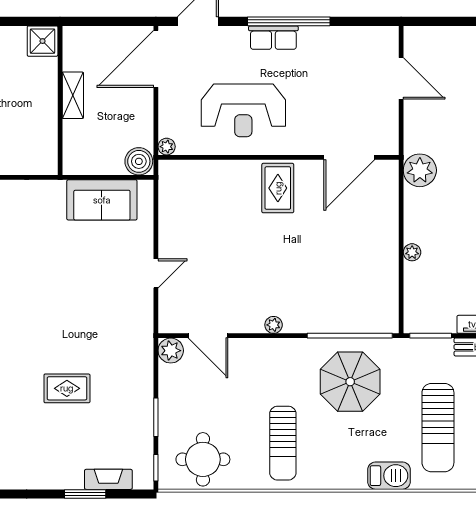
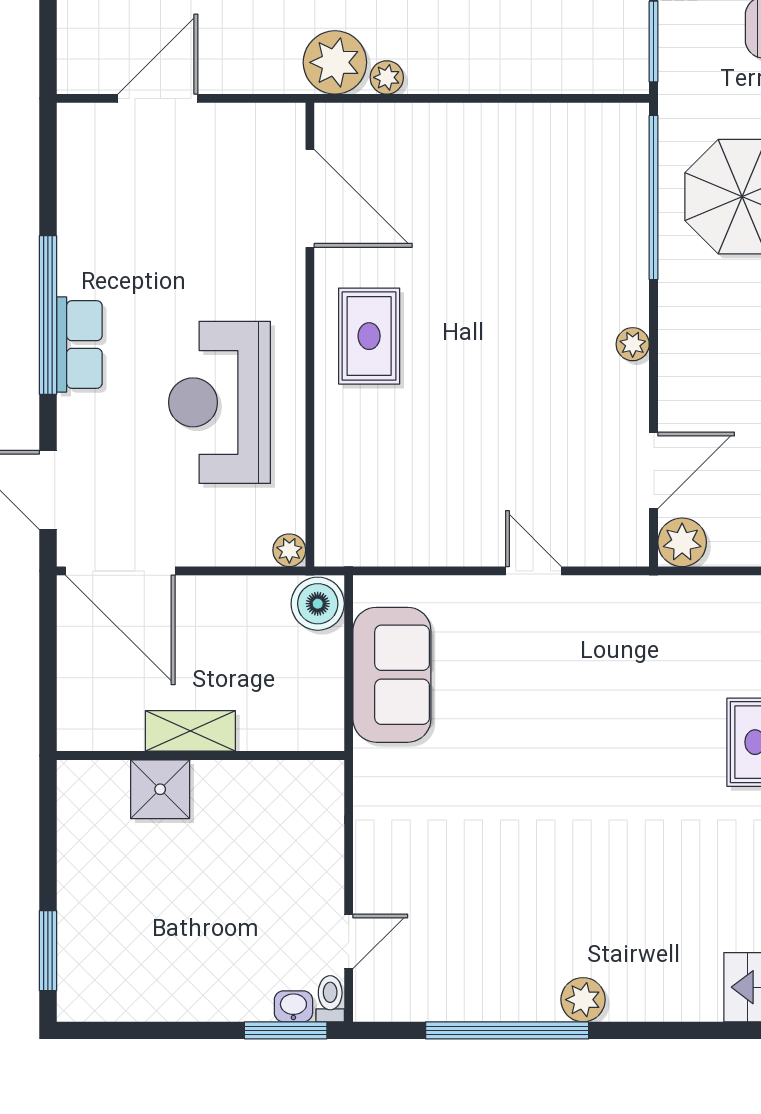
shower: (43, 41) -> (160, 789), moved
reception desk: (243, 110) -> (220, 402), turned 180
rug: (278, 188) -> (369, 336), turned 90
plant: (412, 252) -> (387, 77), moved

